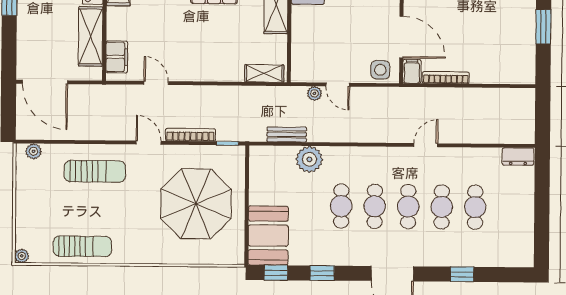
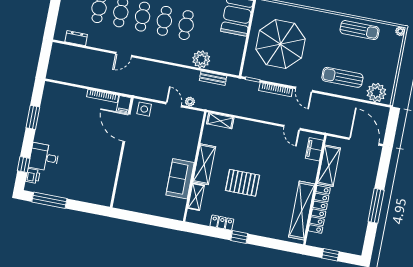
plant: (34, 151) -> (376, 93), width x1.88, depth x1.88
dresser: (518, 157) -> (76, 38), moved
sun lounger: (82, 246) -> (360, 30), turned 180

